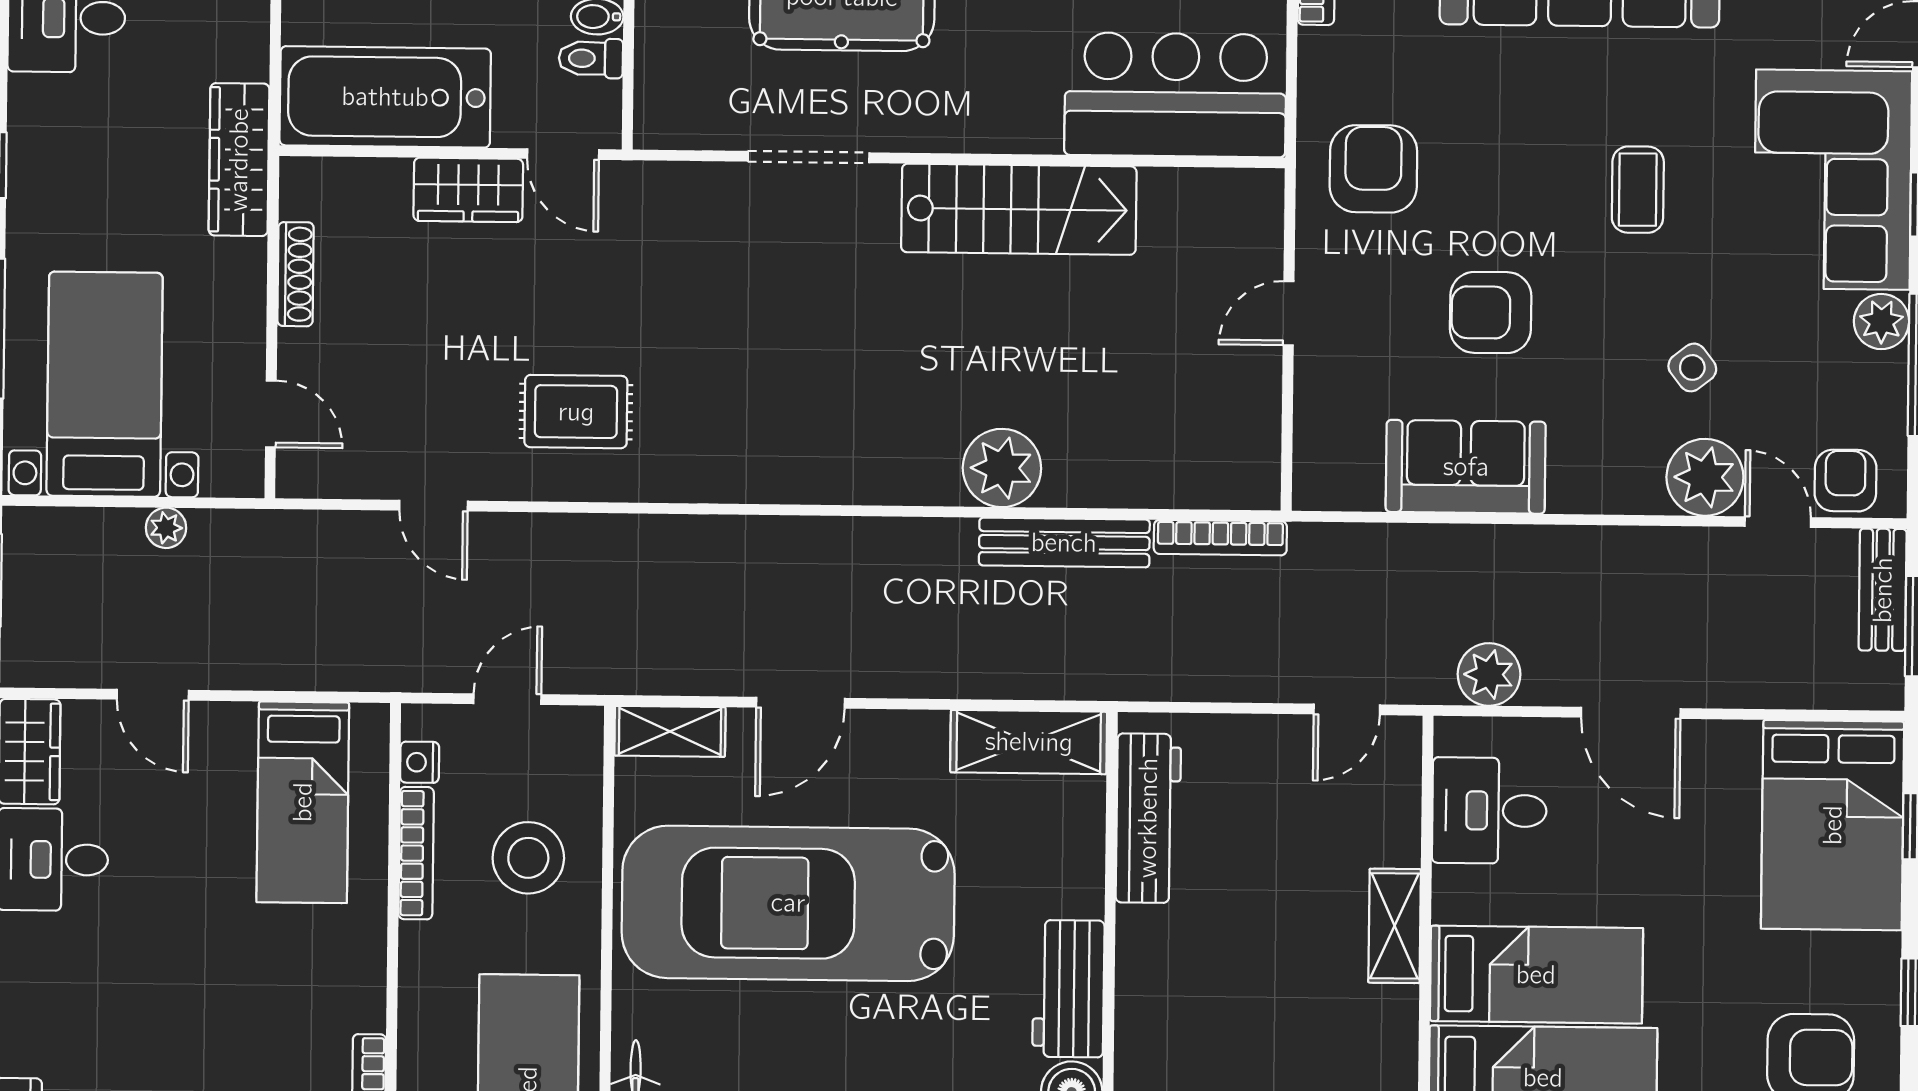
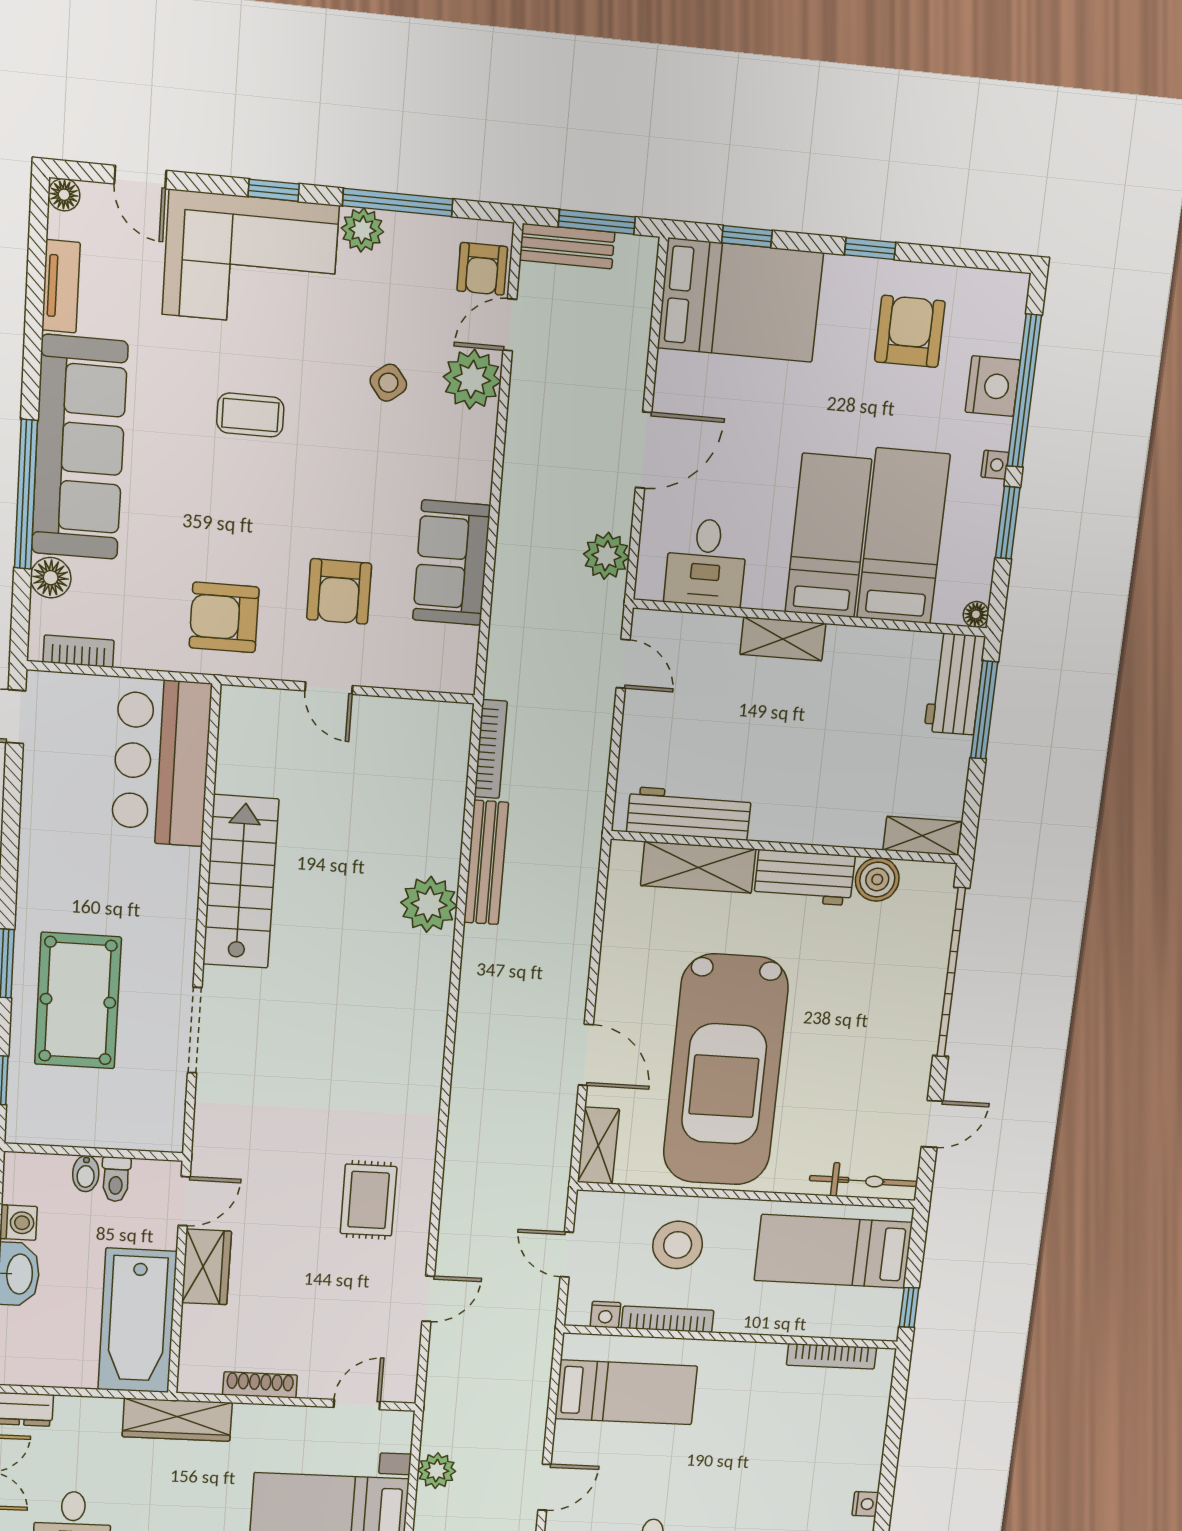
armchair: (1491, 313) -> (339, 591), moved
armchair: (1845, 481) -> (482, 269), turned -90
plant: (166, 528) -> (437, 1471), width x1.38, depth x1.38
shelving: (1029, 742) -> (698, 867), moved, turned 90

